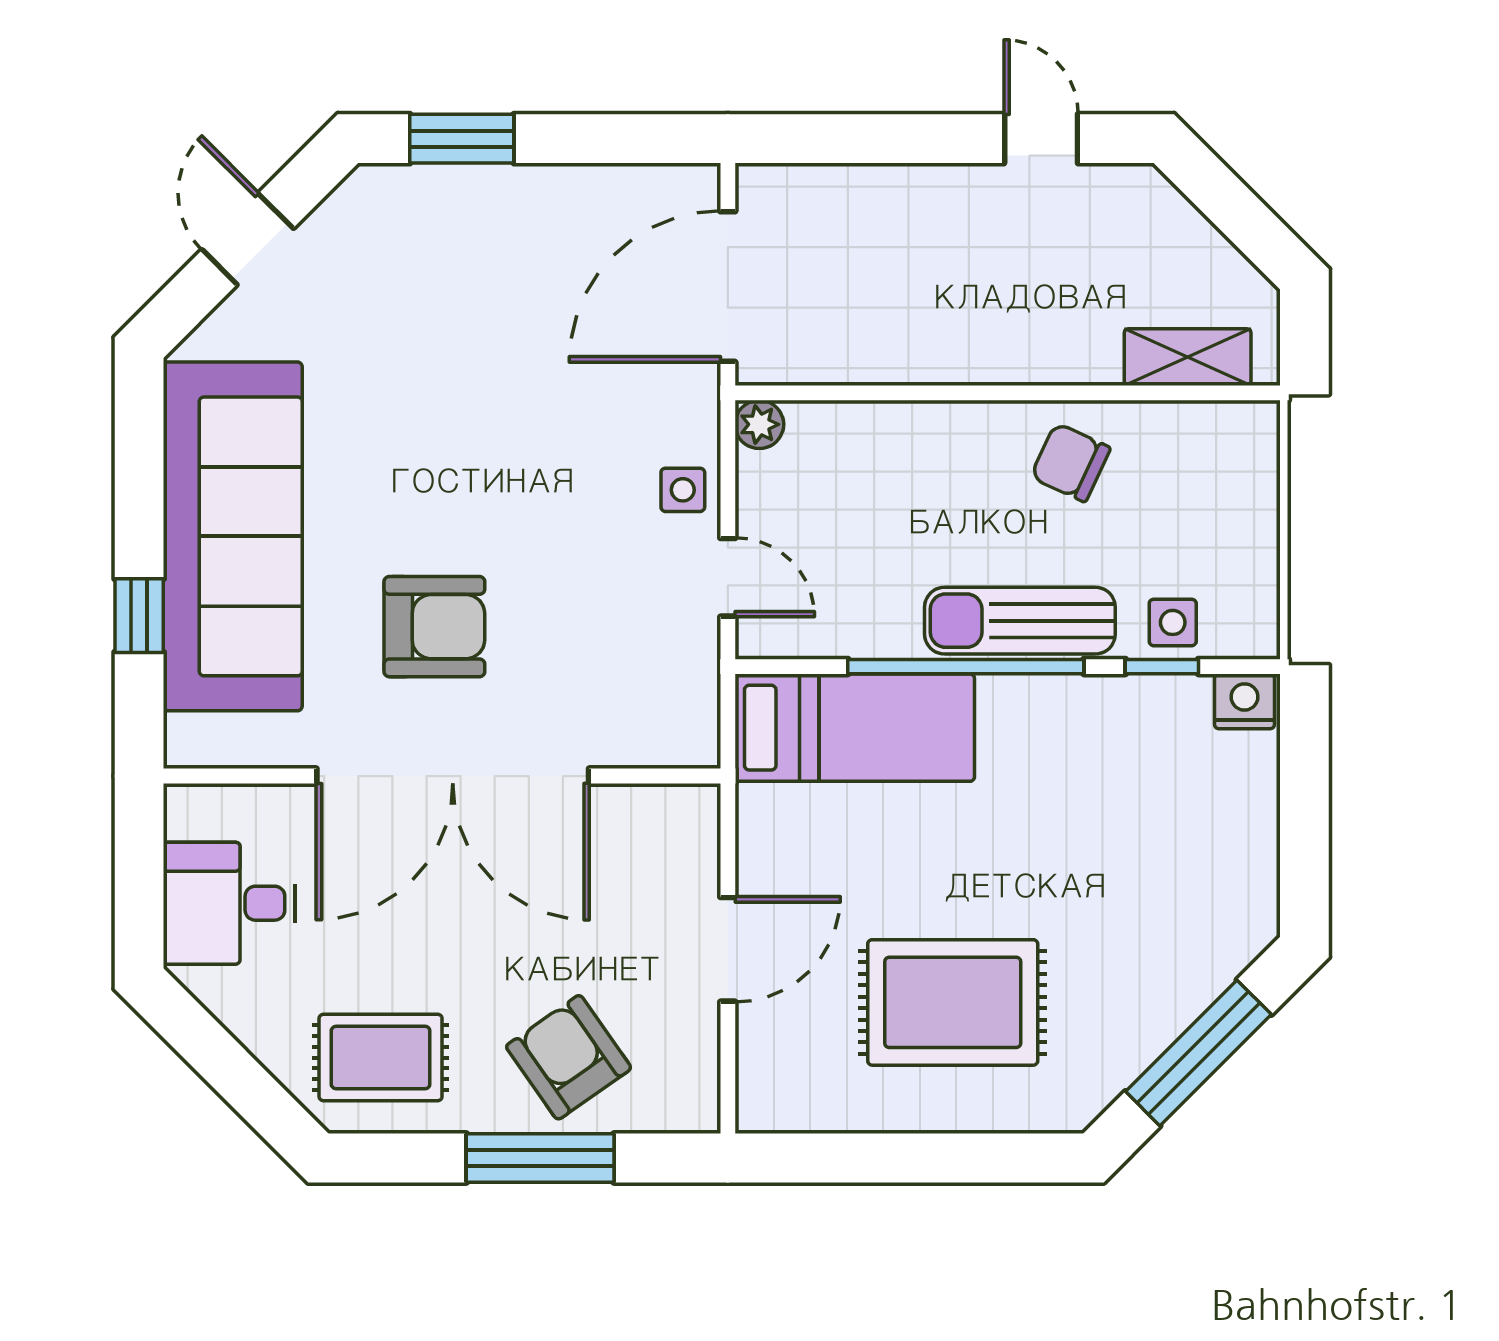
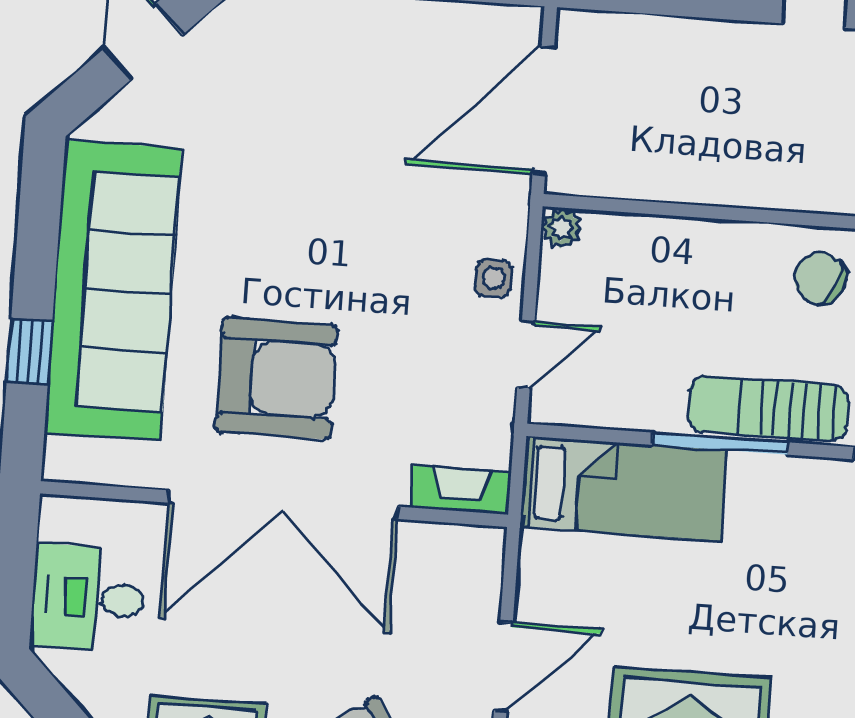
door: (728, 577) -> (526, 354), hinge flipped
armchair: (434, 627) -> (277, 378), width x1.36, depth x1.36
window: (966, 667) -> (720, 444), width x0.68
fireplace: (662, 744) -> (460, 490), added

